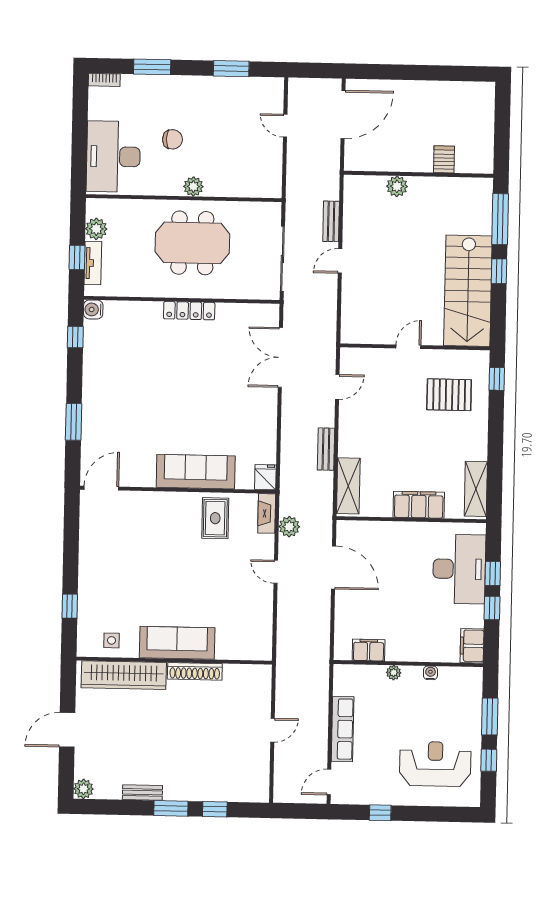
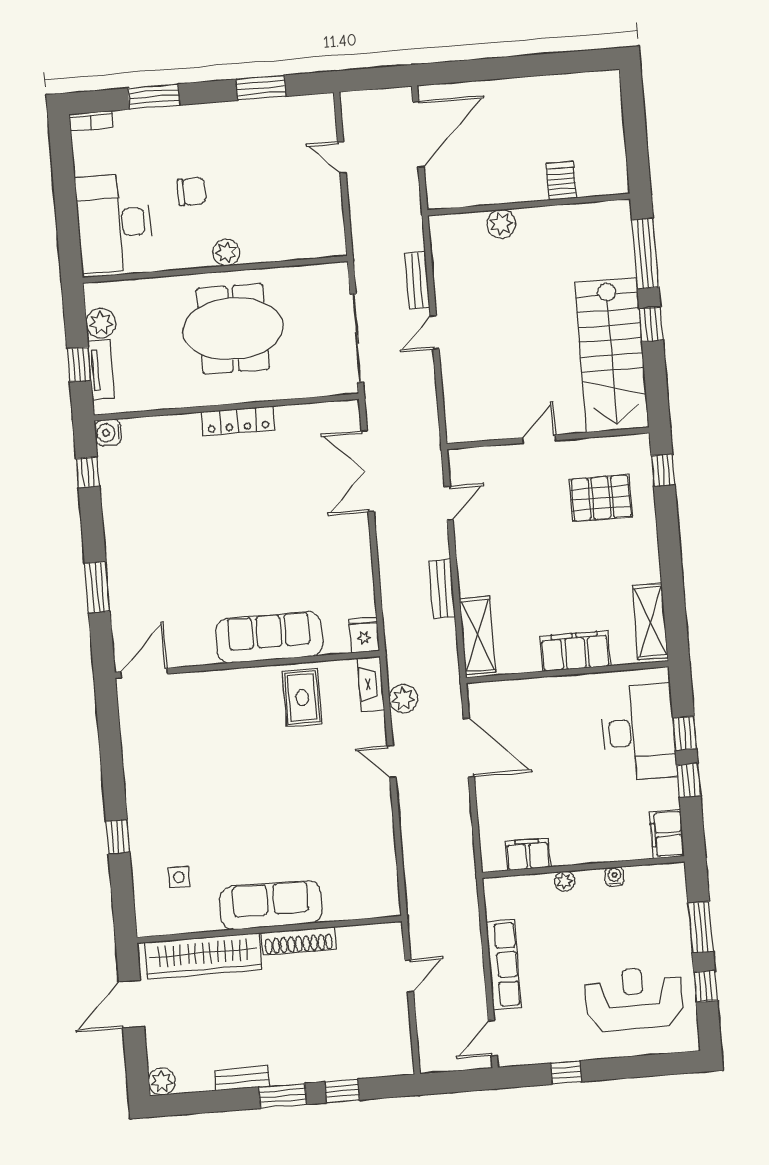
sofa: (177, 643) -> (271, 905), moved
wall: (174, 661) -> (269, 929), moved
shoe rack: (195, 671) -> (299, 941), moved
wardrobe: (124, 675) -> (203, 956), moved

